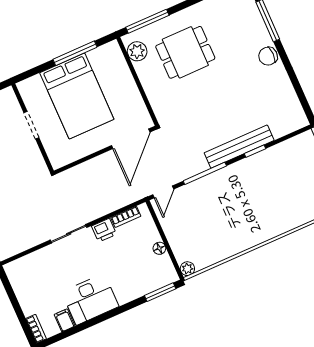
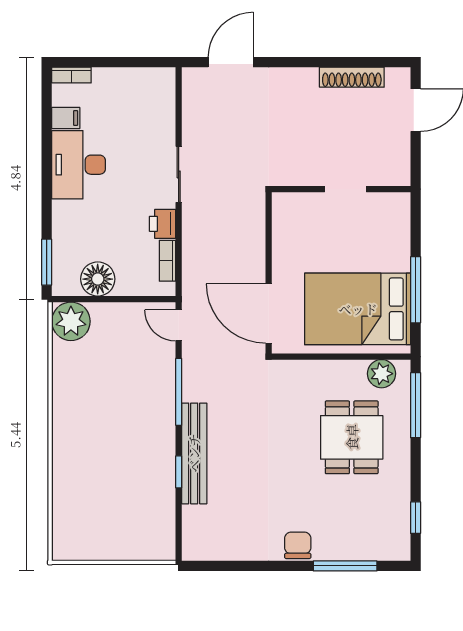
bed: (77, 96) -> (358, 309), moved
floor lamp: (159, 248) -> (98, 279), width x1.89, depth x1.89
plant: (187, 269) -> (71, 321), width x1.87, depth x1.87

